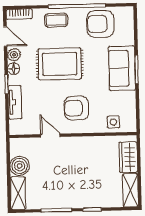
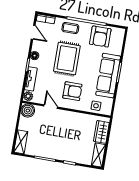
armchair: (100, 24) -> (100, 37), turned -90
plant: (14, 55) -> (28, 96), moved
rug: (60, 64) -> (67, 59), turned 90
sofa: (122, 68) -> (108, 76), width x1.36
armchair: (76, 108) -> (72, 91), turned 180
boiler: (20, 166) -> (28, 111), moved

